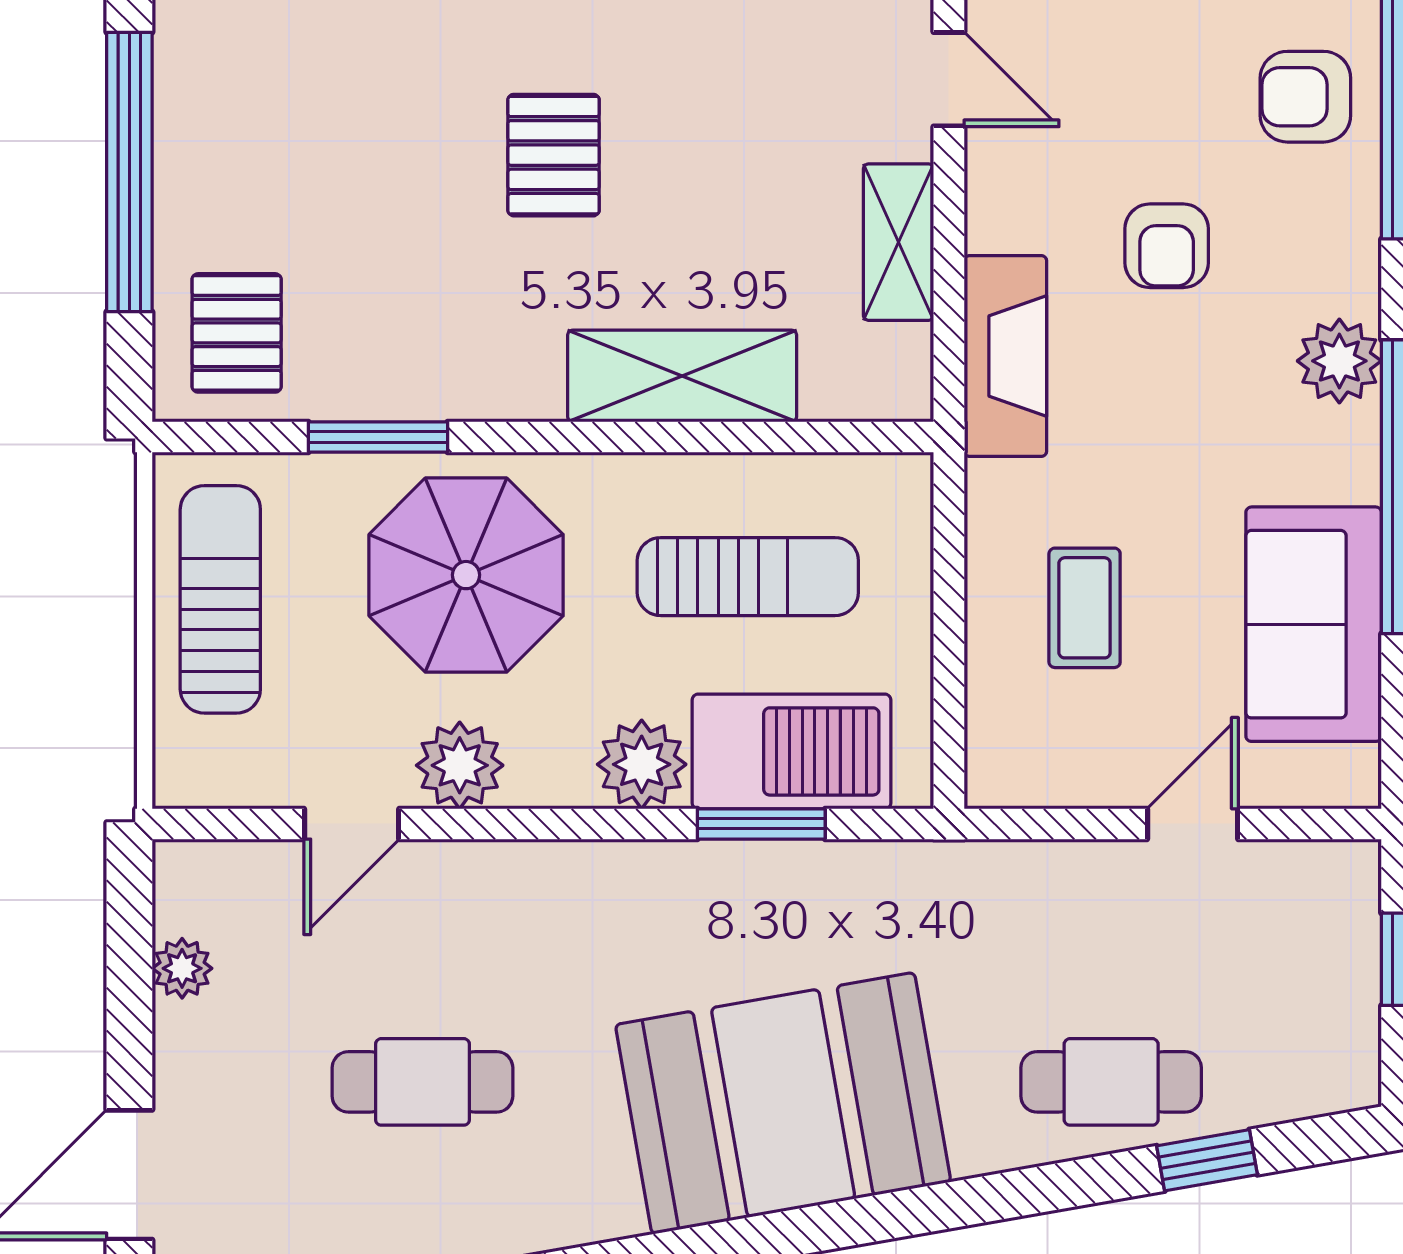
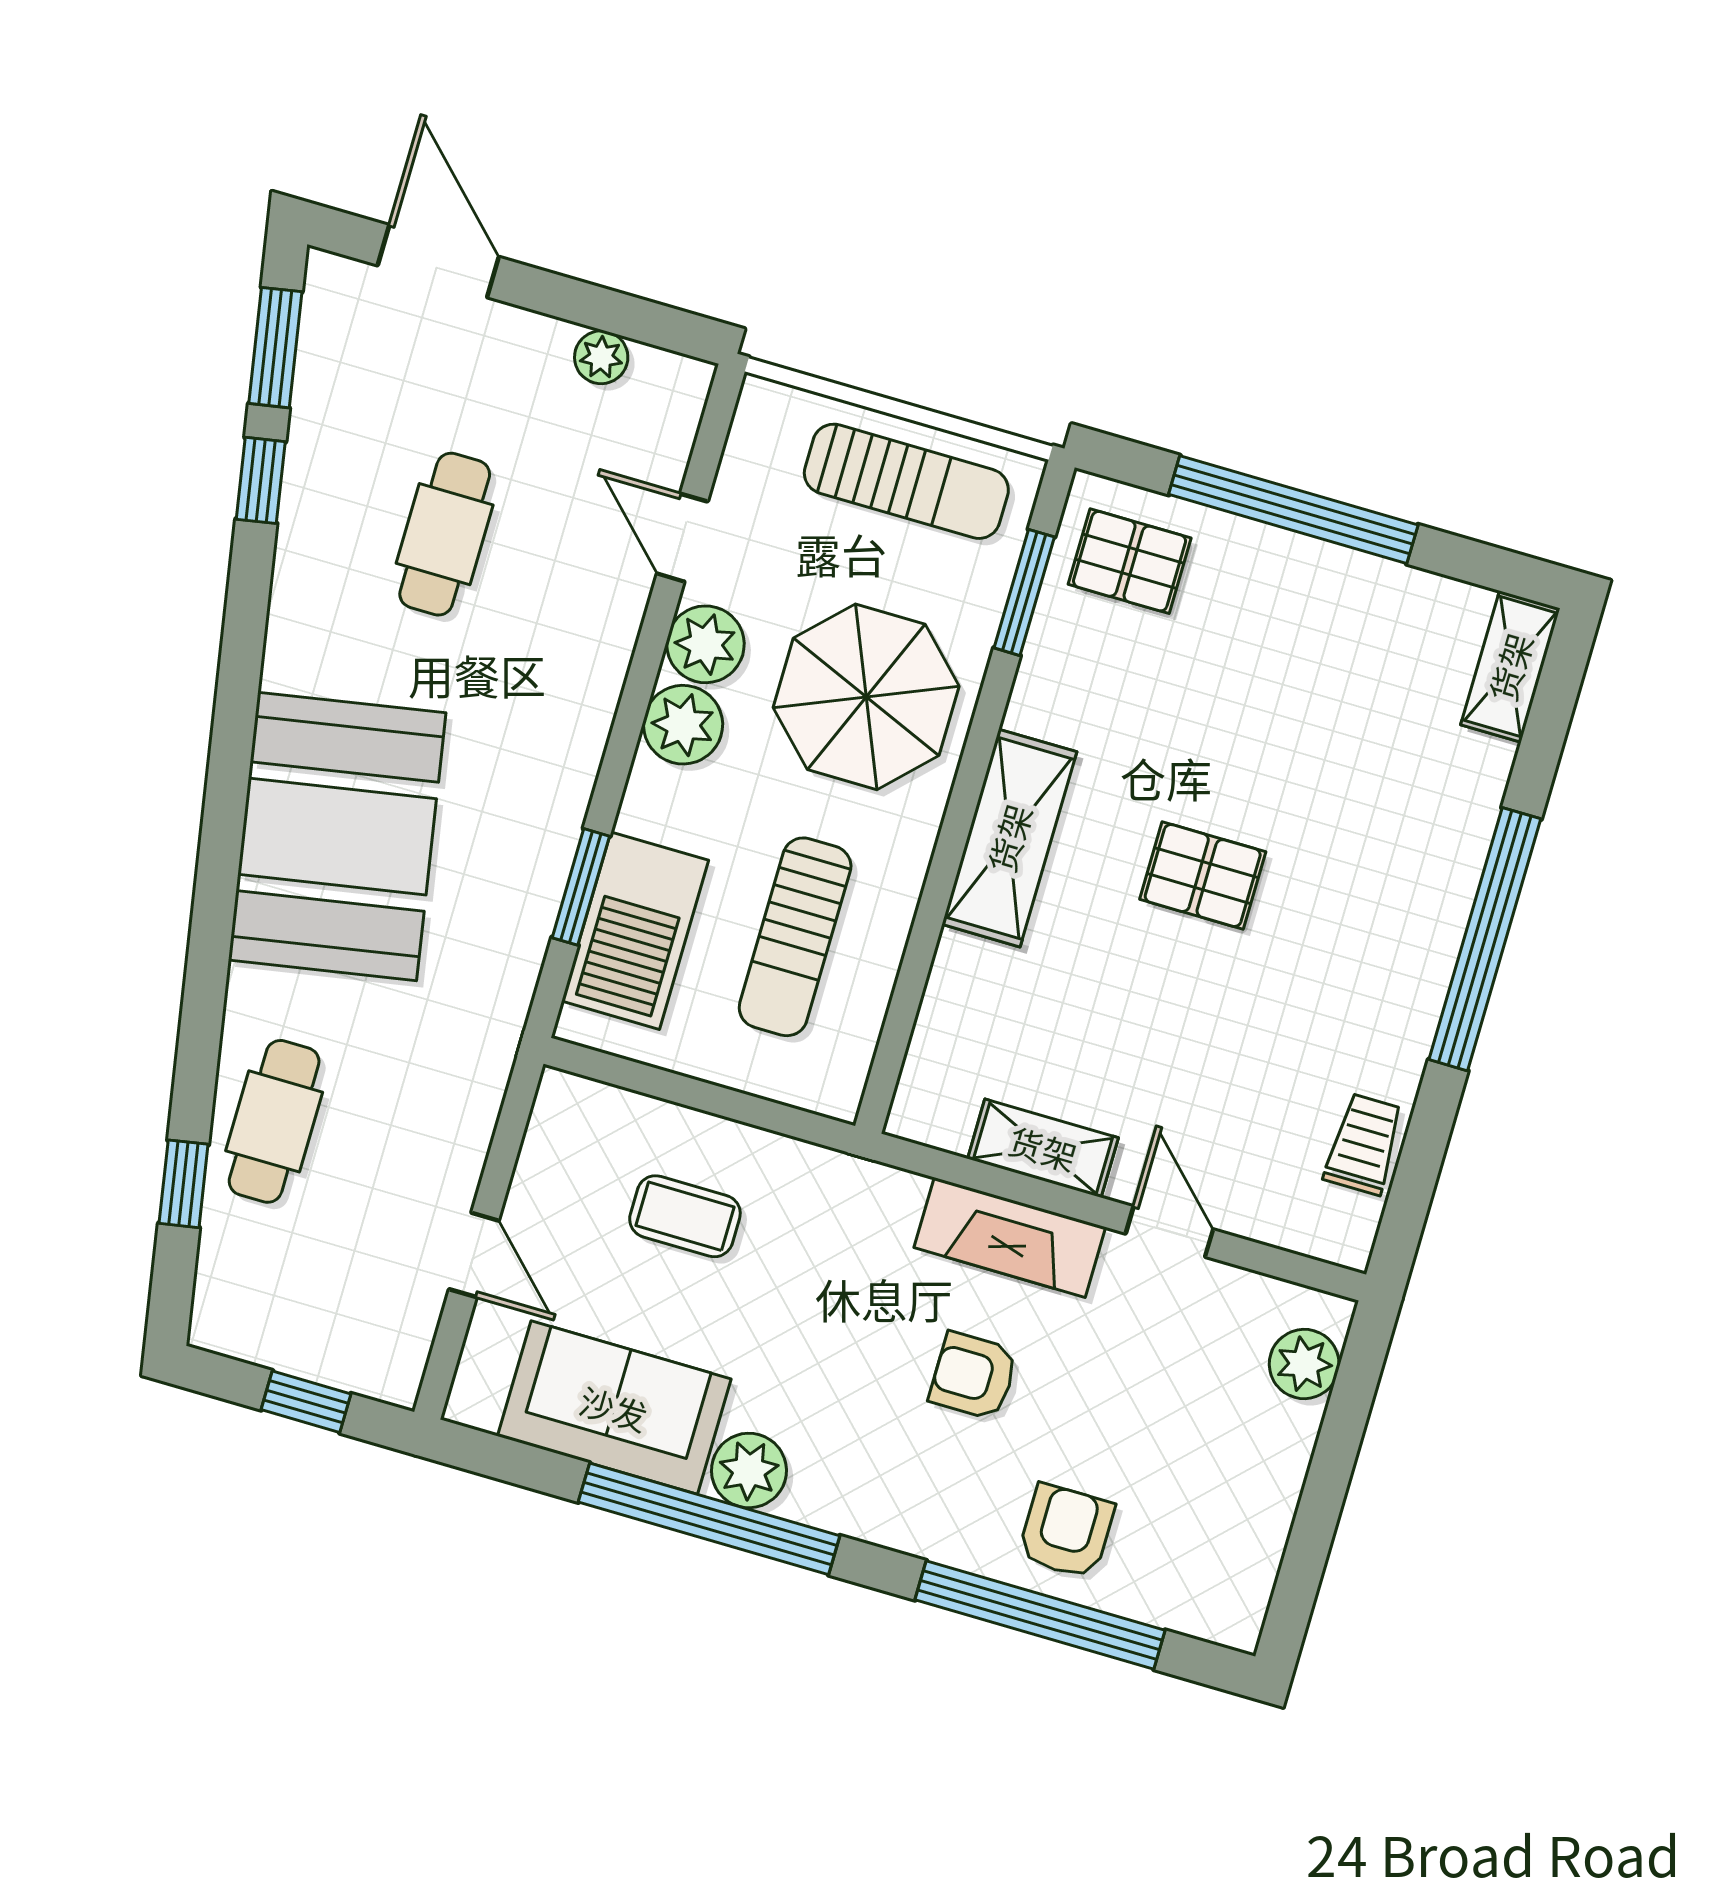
door: (949, 79) -> (1169, 1231), swing flipped
fireplace: (1005, 356) -> (1010, 1237), moved
plant: (1339, 361) -> (749, 1470), moved
shelving: (682, 376) -> (1009, 838), moved
window: (378, 437) -> (1024, 592), moved
plant: (642, 764) -> (683, 725), moved

